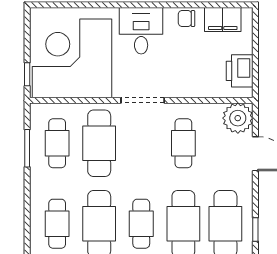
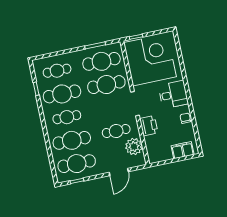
filing cabinet: (223, 20) -> (183, 150), moved, turned 90
printer: (240, 71) -> (149, 126), moved, turned 90
plant: (238, 118) -> (134, 147), moved
cafe table: (57, 143) -> (101, 61), width x1.37, depth x1.35

